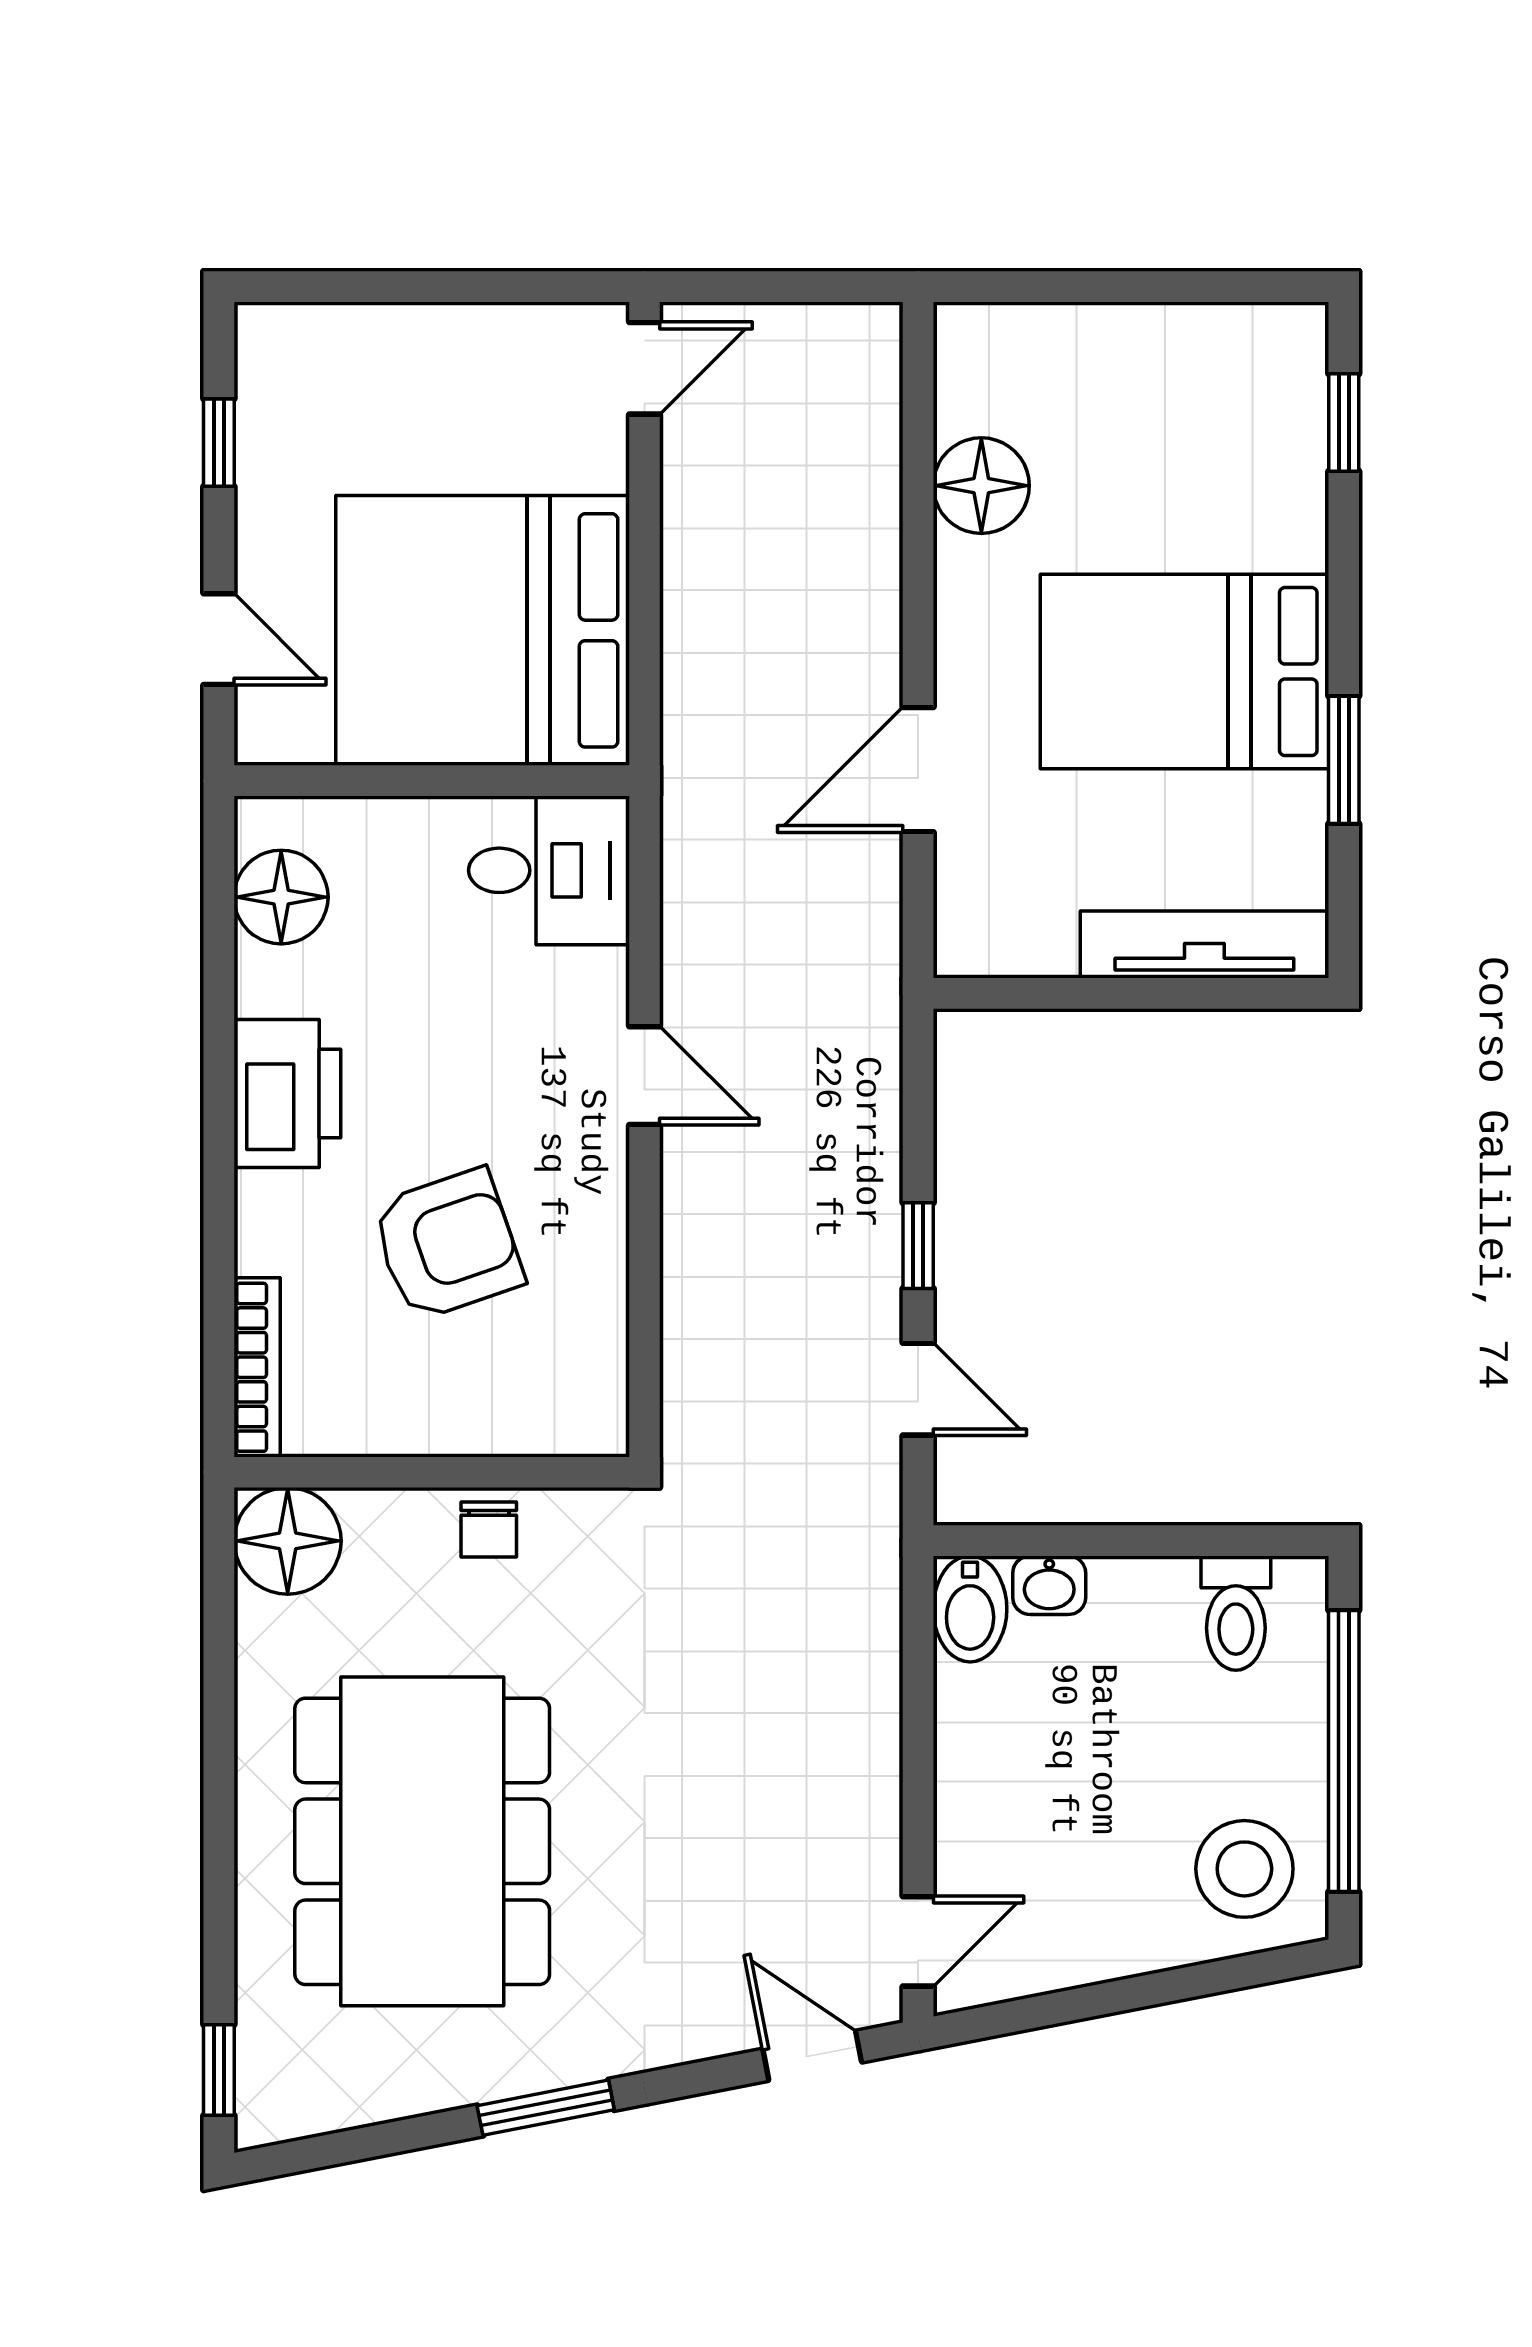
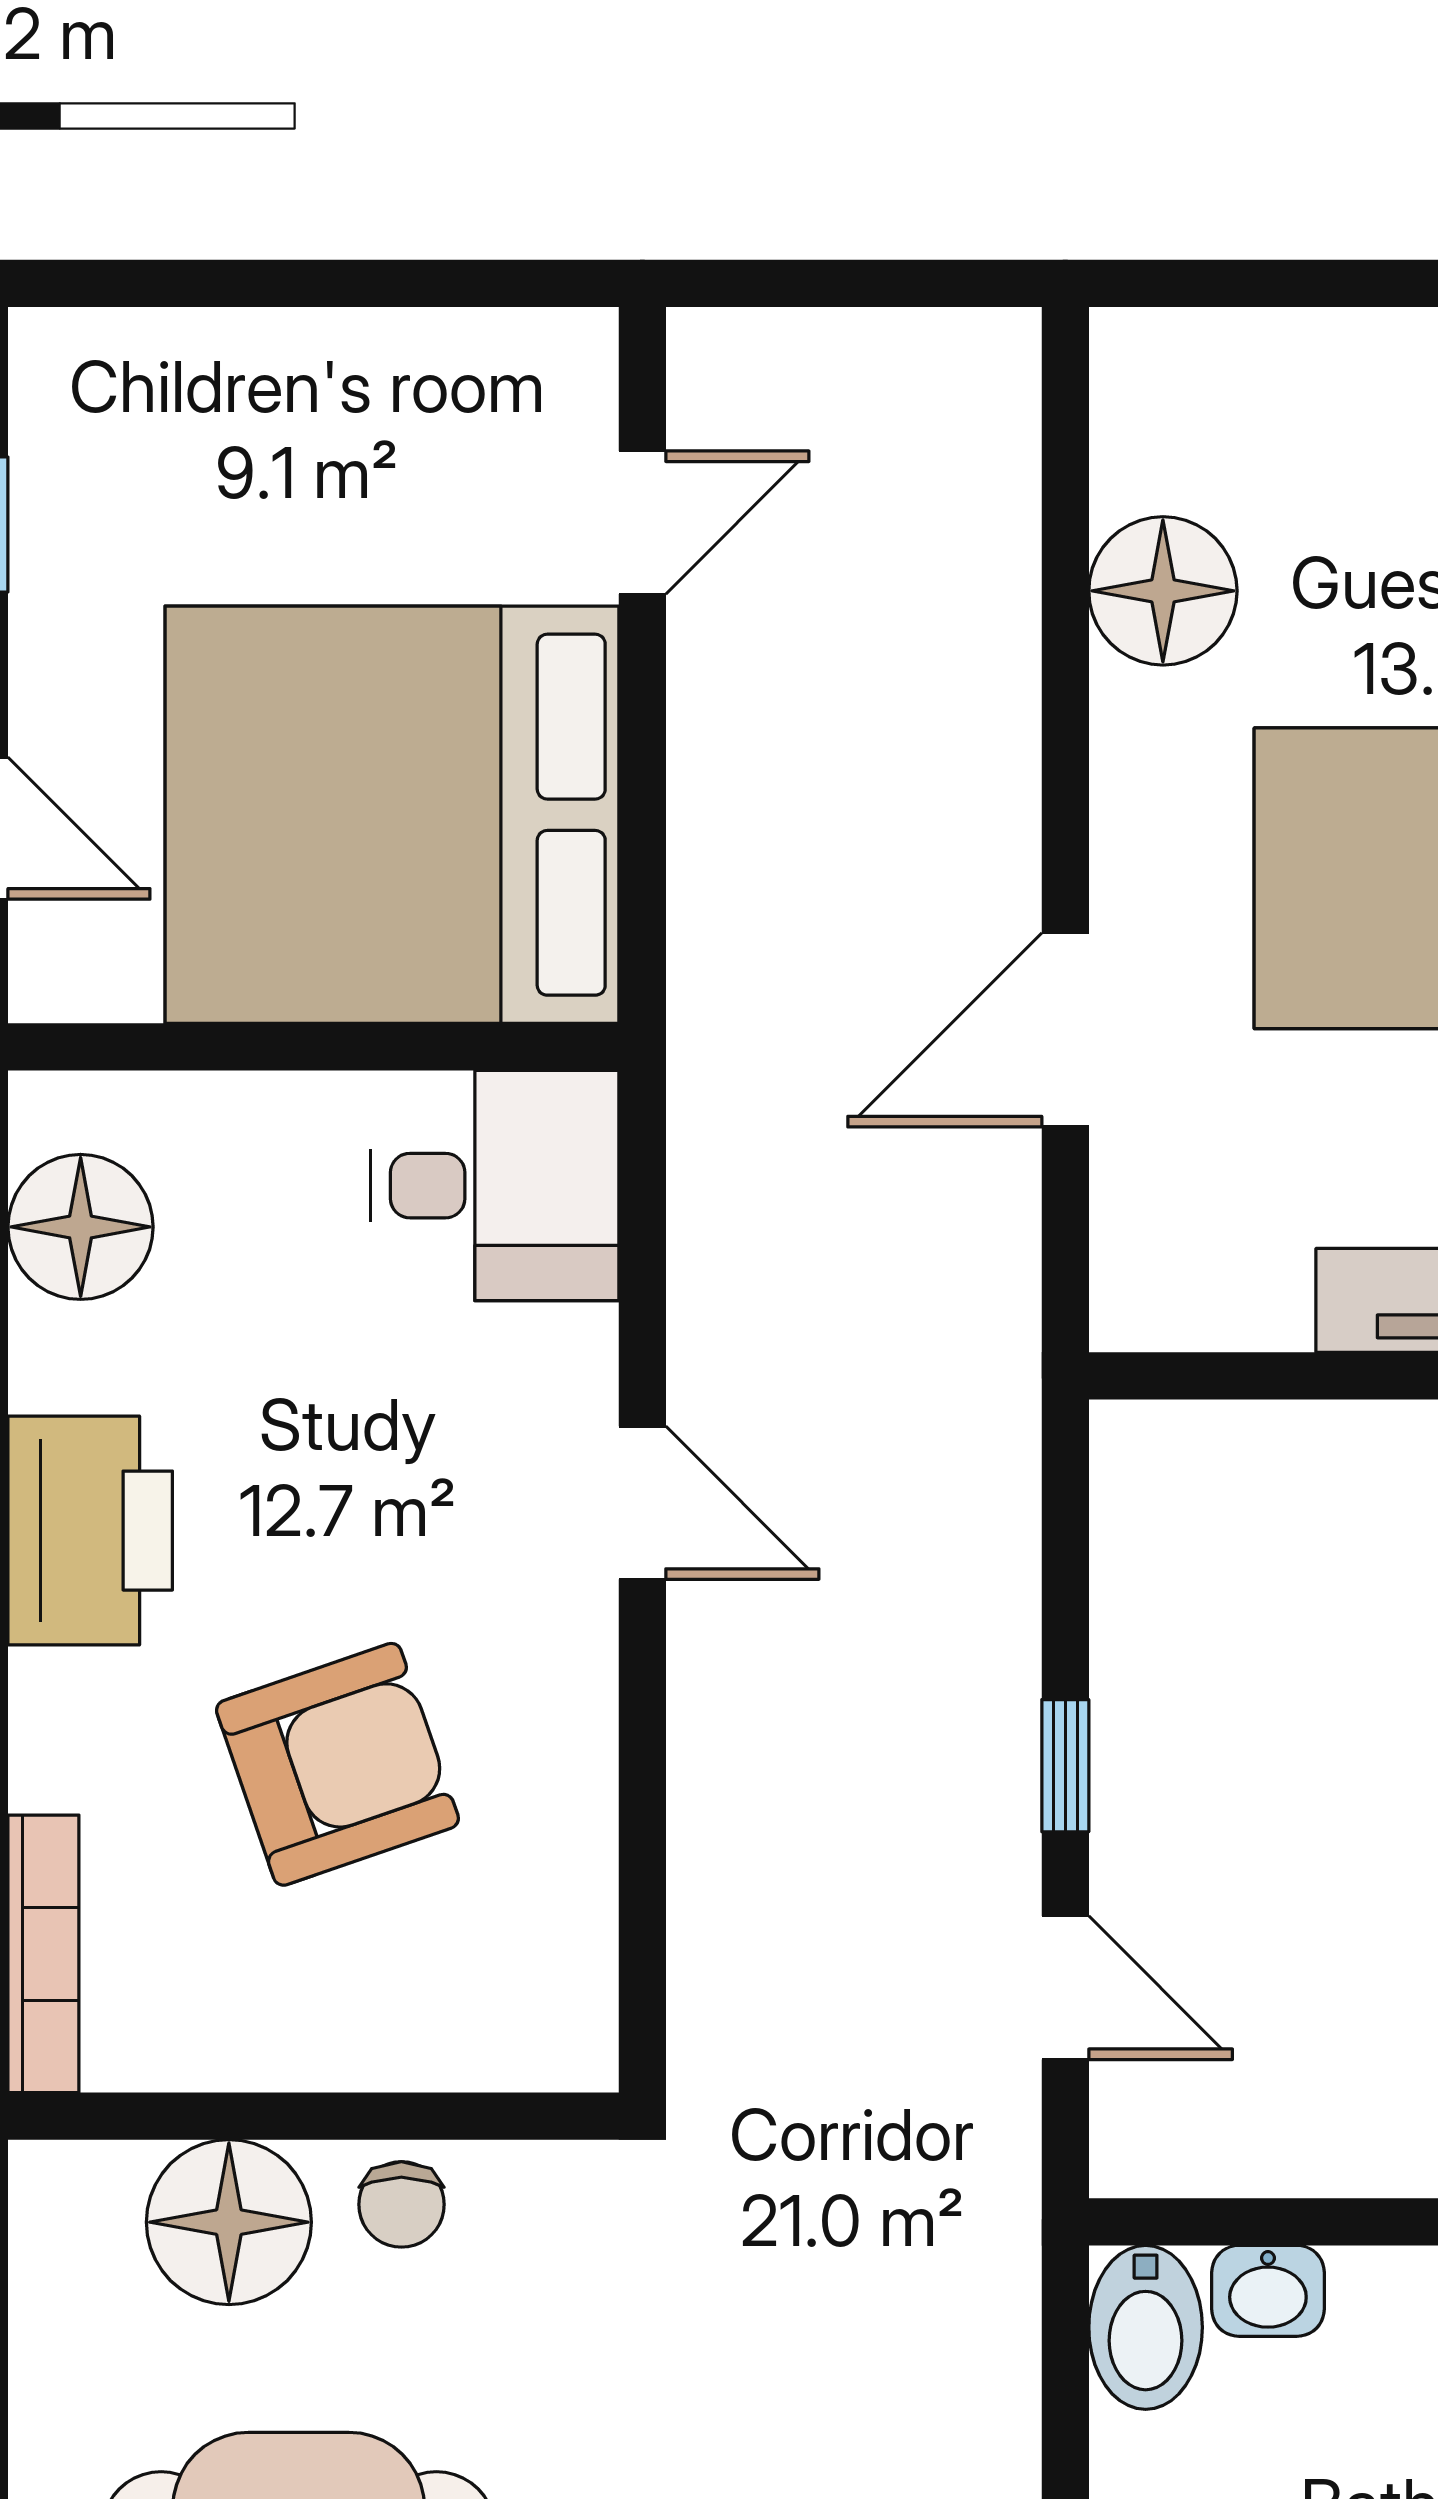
door: (645, 368) -> (642, 523), moved
floor lamp: (288, 1541) -> (229, 2222), moved

